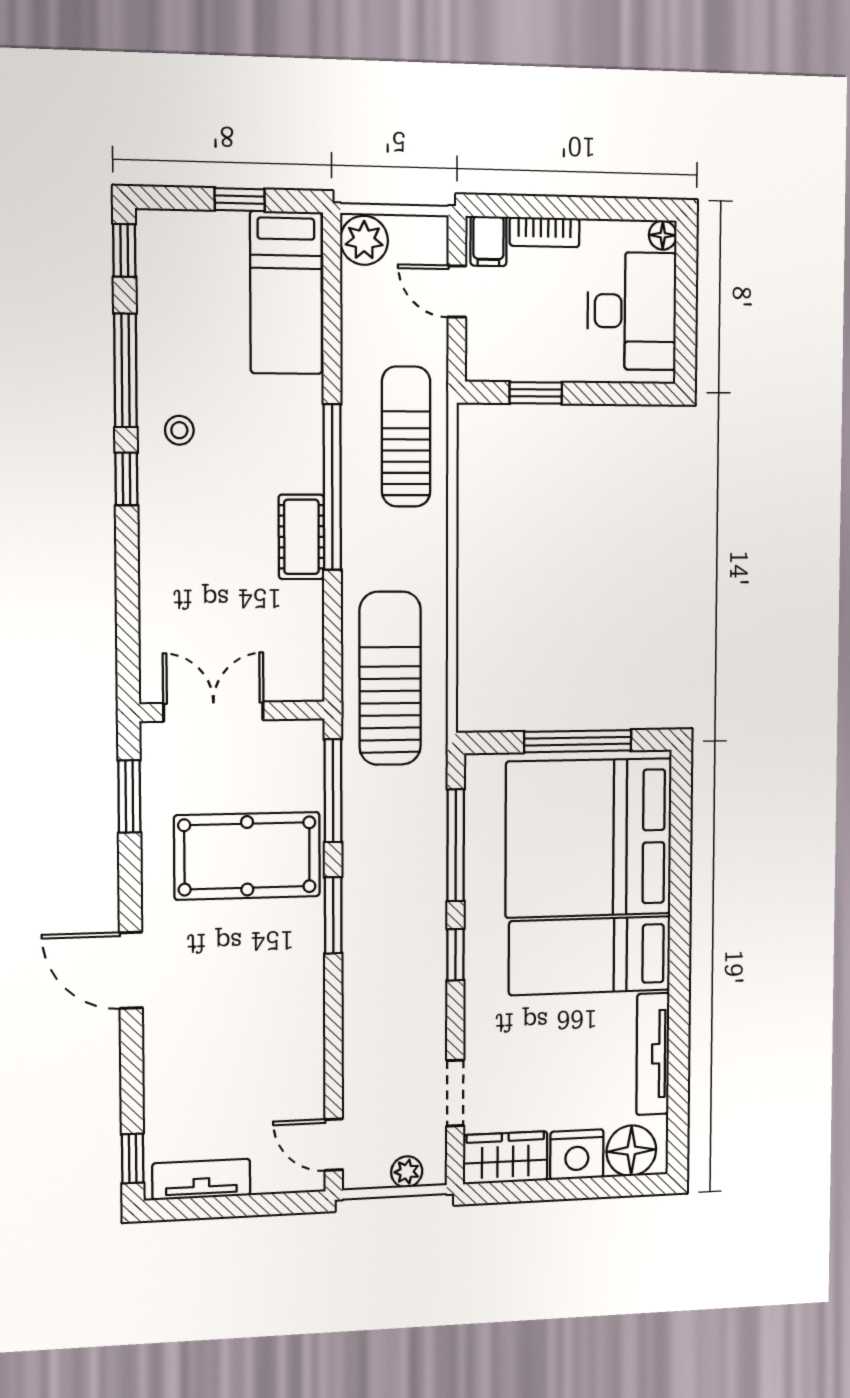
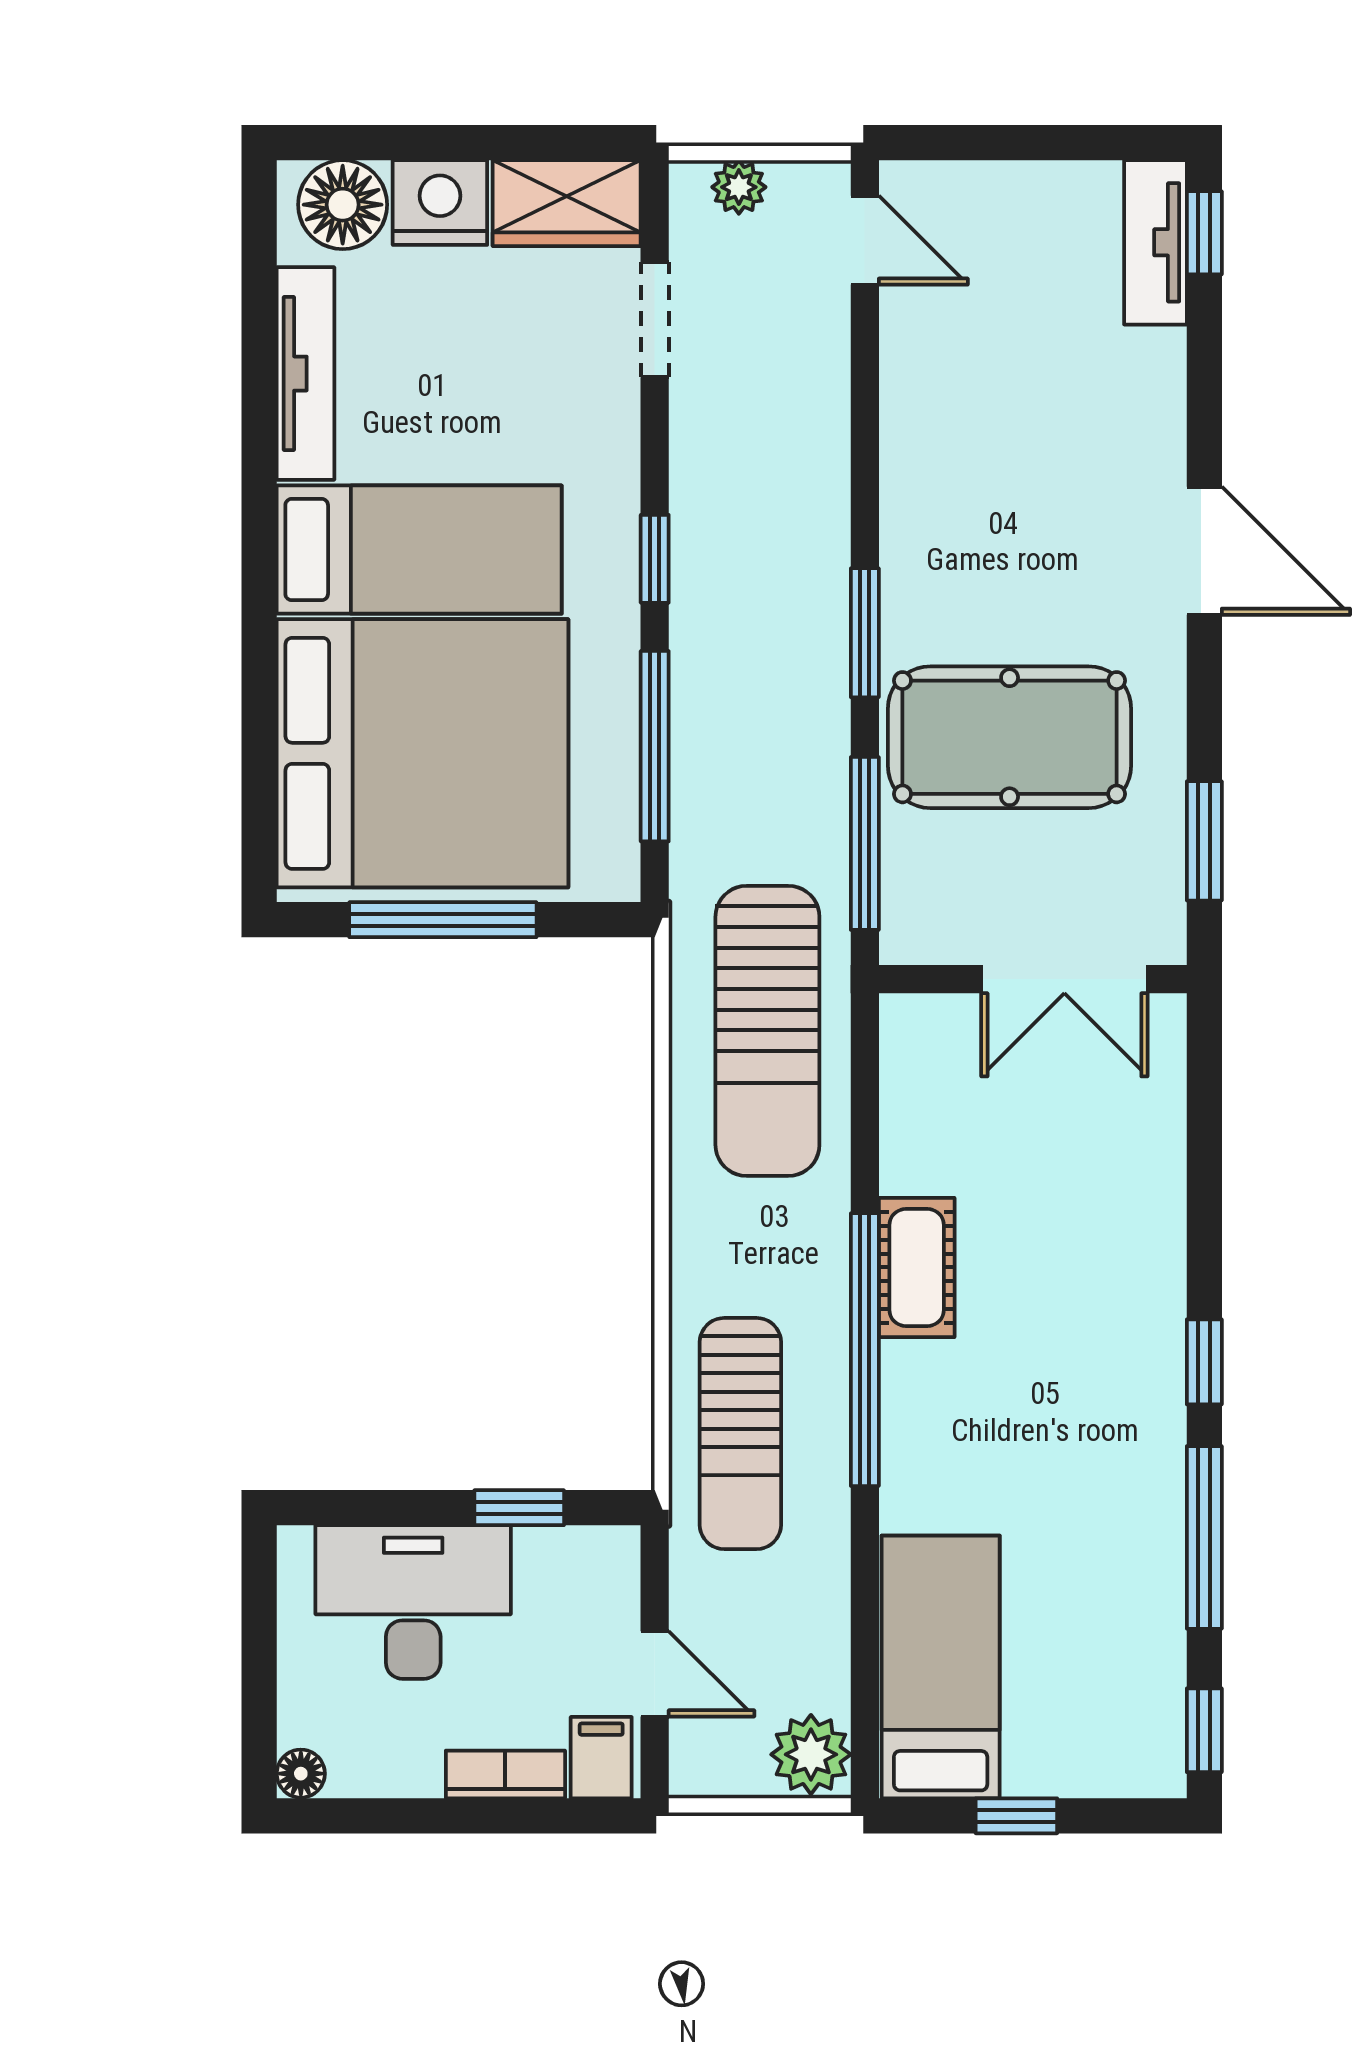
desk: (632, 311) -> (413, 1602), moved, turned 90
stool: (179, 430) -> (1117, 1442), removed
tv unit: (201, 1179) -> (1155, 242), moved, turned 90

